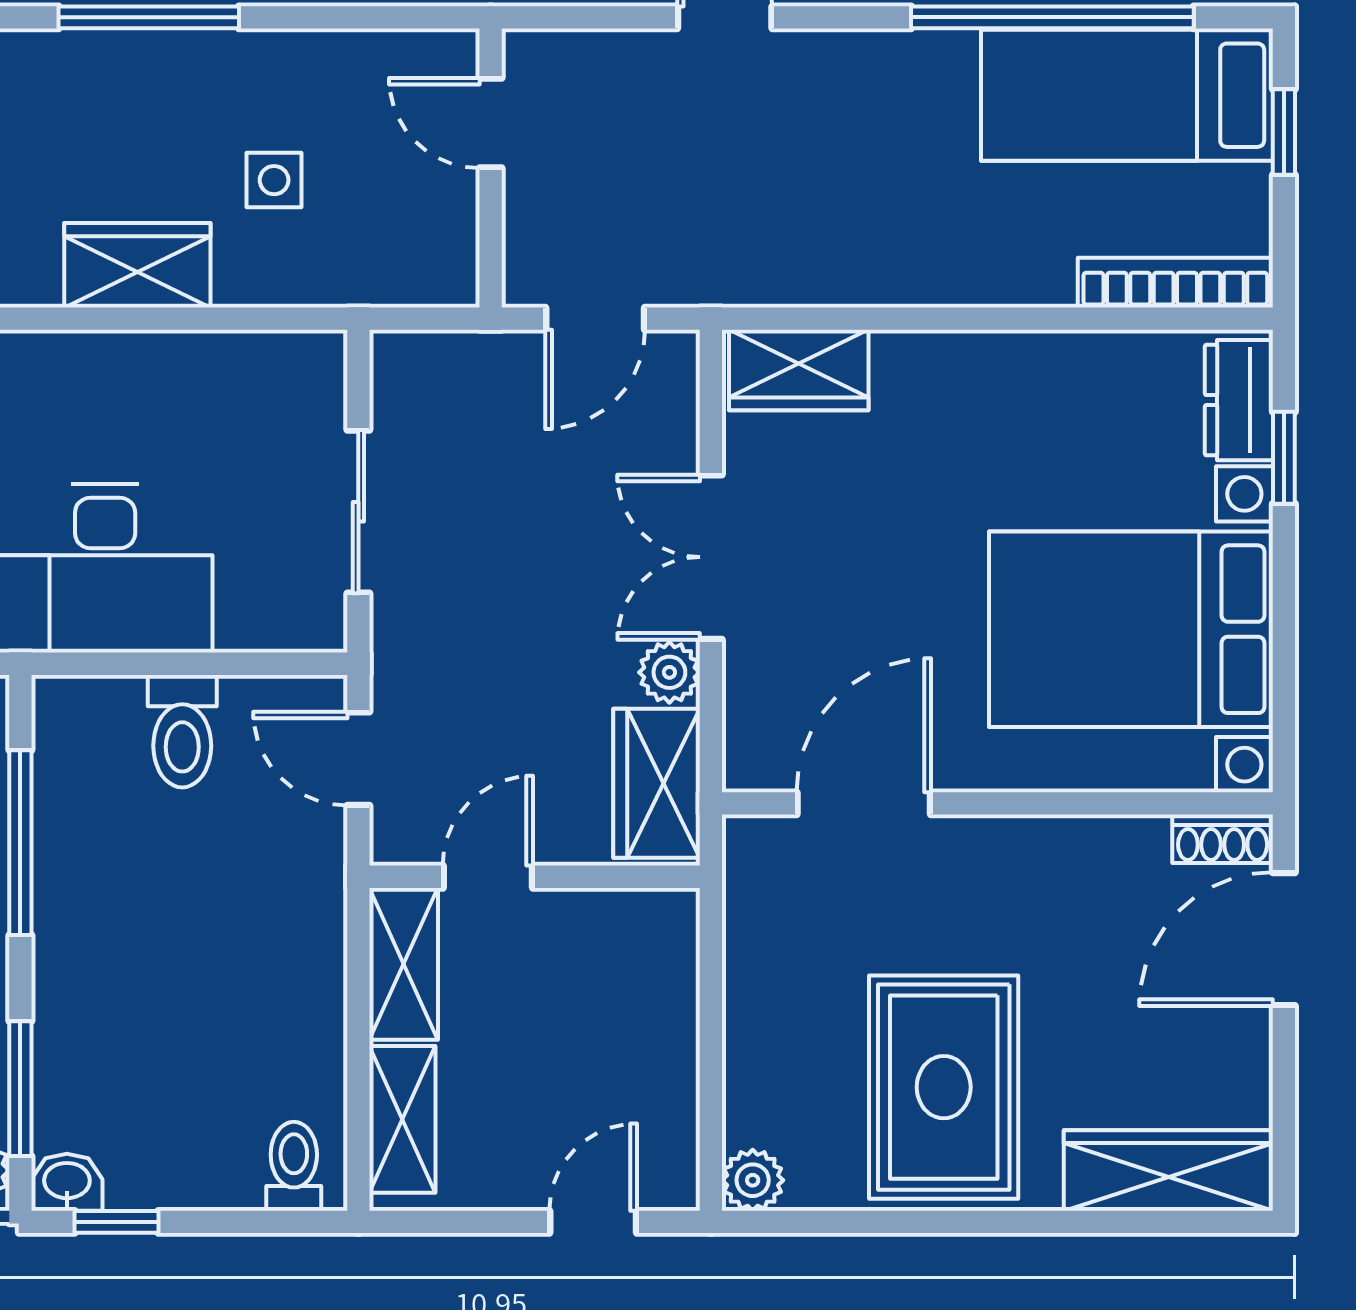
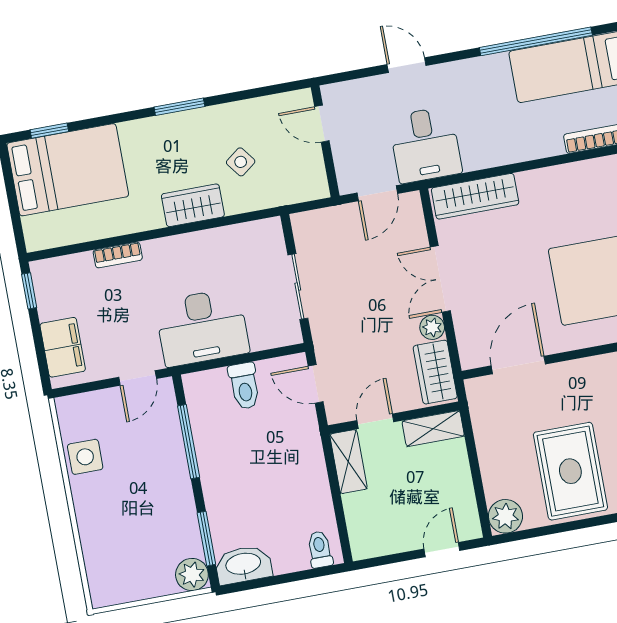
window: (149, 17) -> (179, 107), width x0.69
side table: (274, 180) -> (241, 162), turned -37
desk: (734, 221) -> (425, 145), added
wardrobe: (799, 370) -> (475, 196), width x1.50
shelving: (402, 1119) -> (433, 429), moved, turned 90
plant: (753, 1180) -> (505, 516), width x1.38, depth x1.38
washbasin: (67, 1182) -> (243, 565), width x1.91, depth x1.45
window: (117, 1222) -> (254, 584), removed

